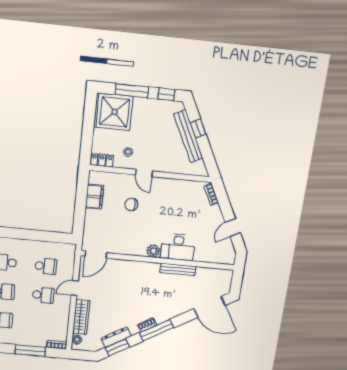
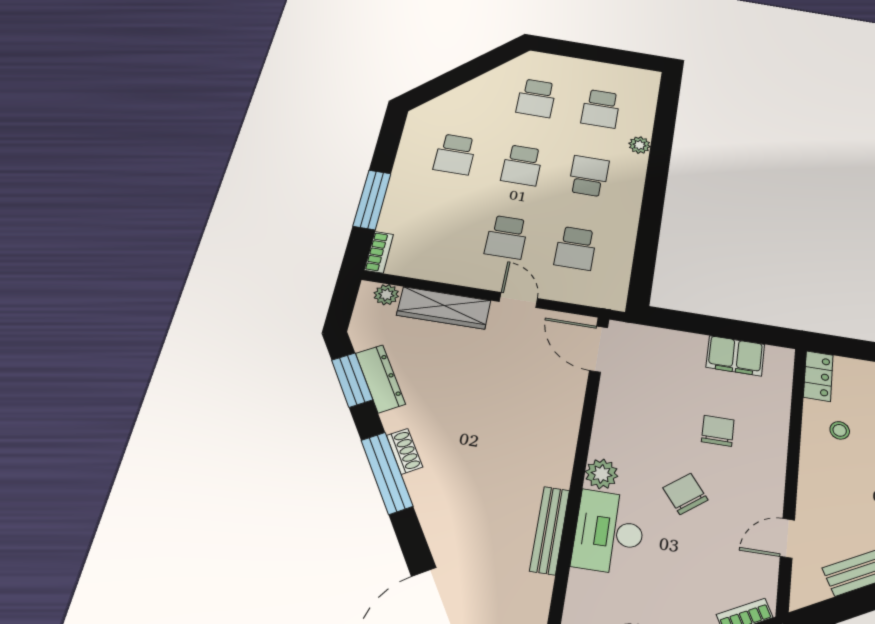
door: (144, 173) -> (788, 538), moved
chair: (161, 218) -> (685, 494), added

